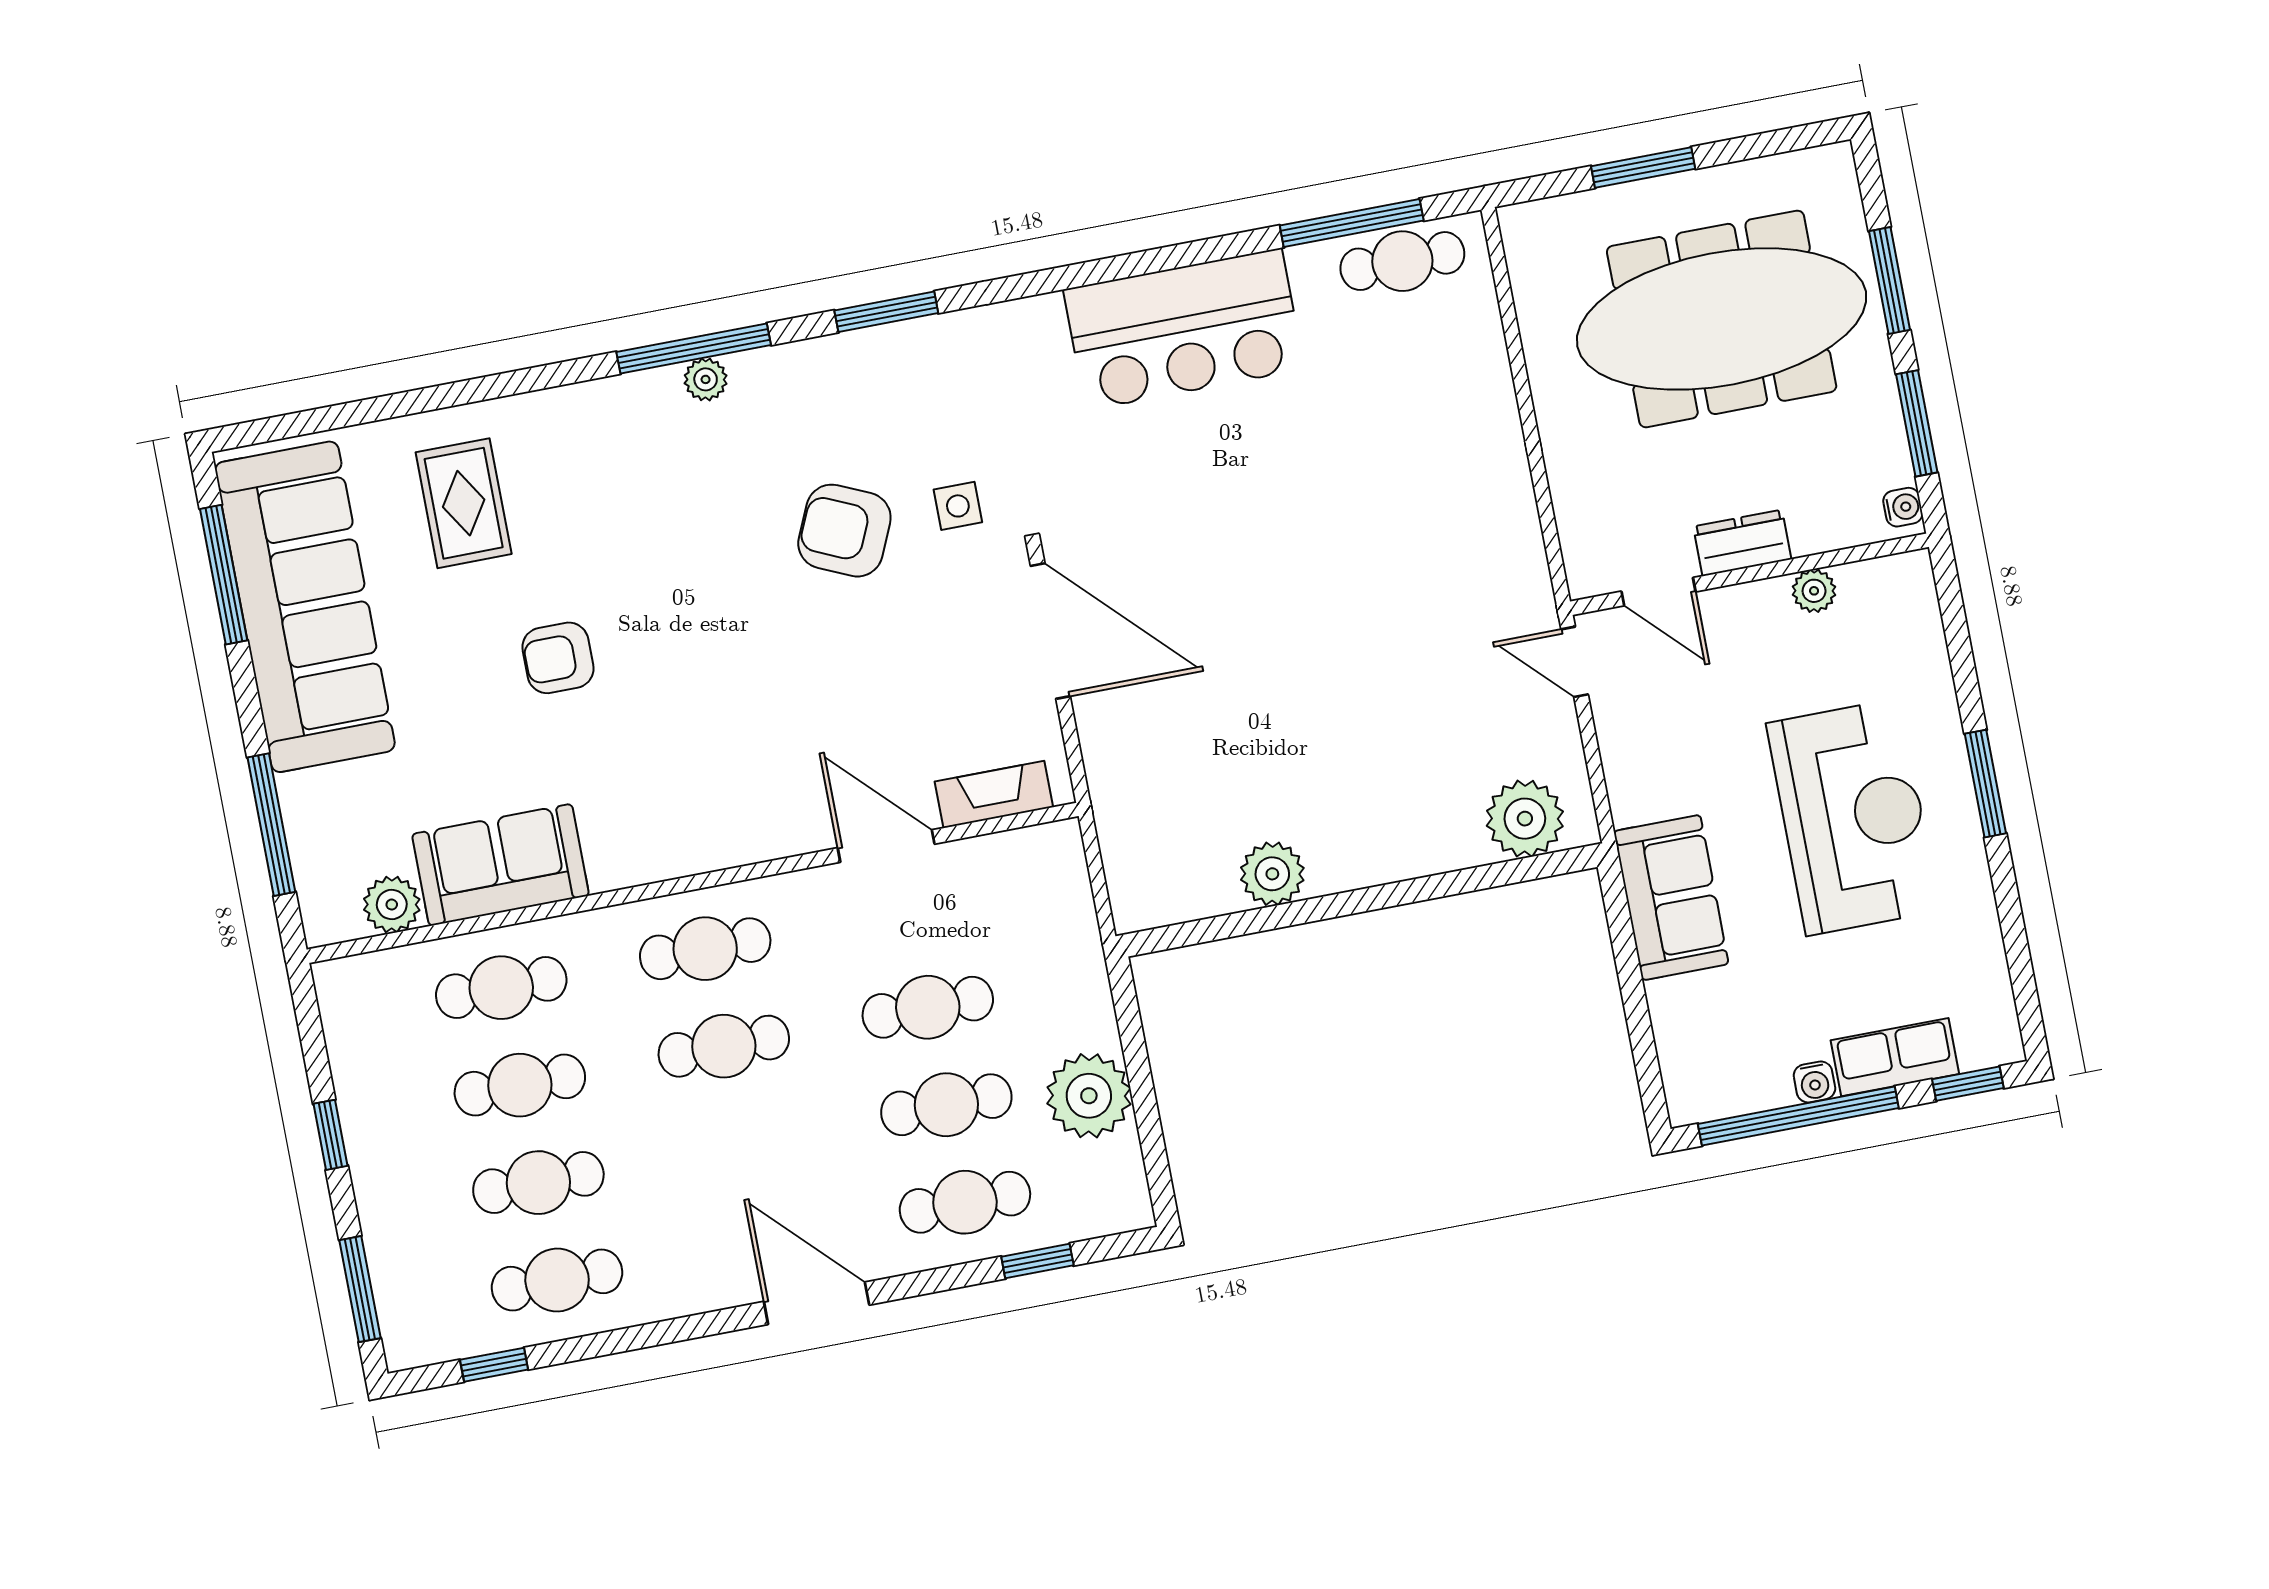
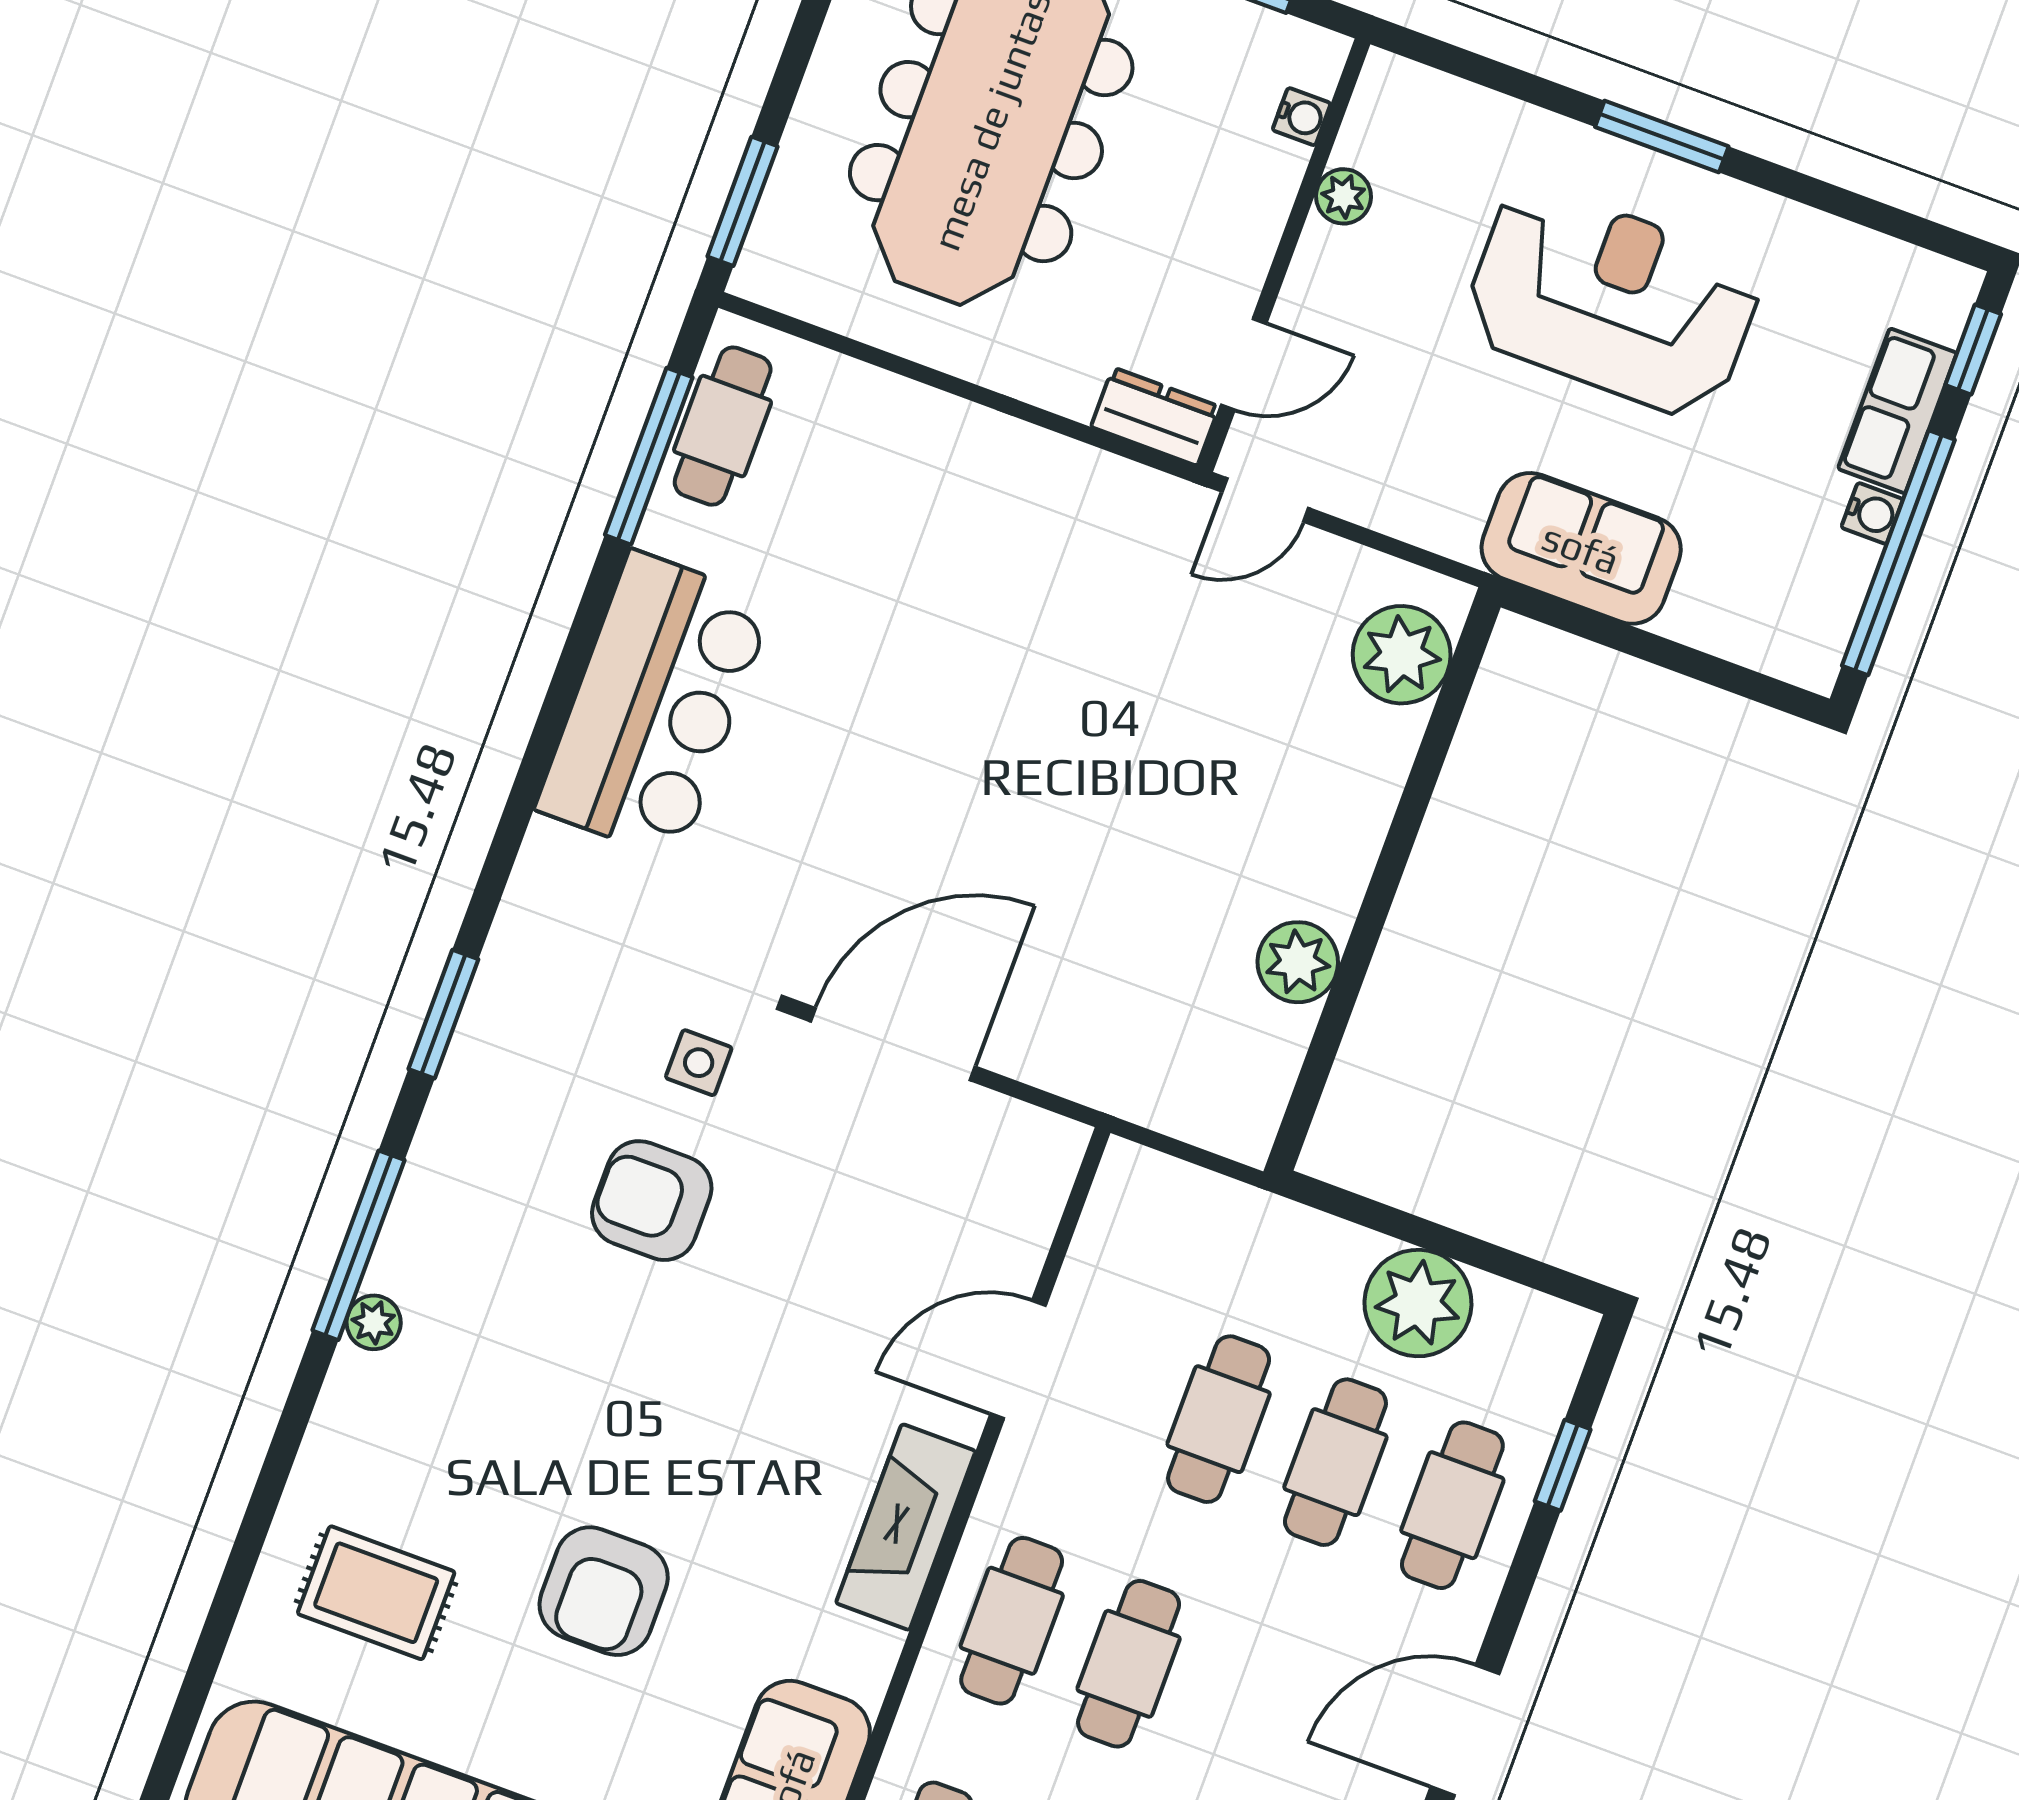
window: (1643, 167) -> (742, 201), moved
plant: (706, 379) -> (374, 1322), moved
water cooler: (1903, 507) -> (1302, 117), moved, turned 90
armchair: (844, 531) -> (652, 1201), turned 66
dresser: (1742, 543) -> (1155, 417), moved, turned 90
armchair: (558, 658) -> (604, 1591), width x1.38, depth x1.38
fireplace: (994, 794) -> (906, 1527), moved, width x1.37, depth x1.32

